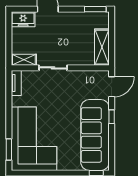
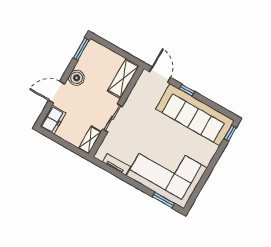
boiler: (69, 19) -> (77, 78), added
shelving: (102, 47) -> (123, 79), moved, turned 90
tv unit: (16, 83) -> (116, 164), moved

